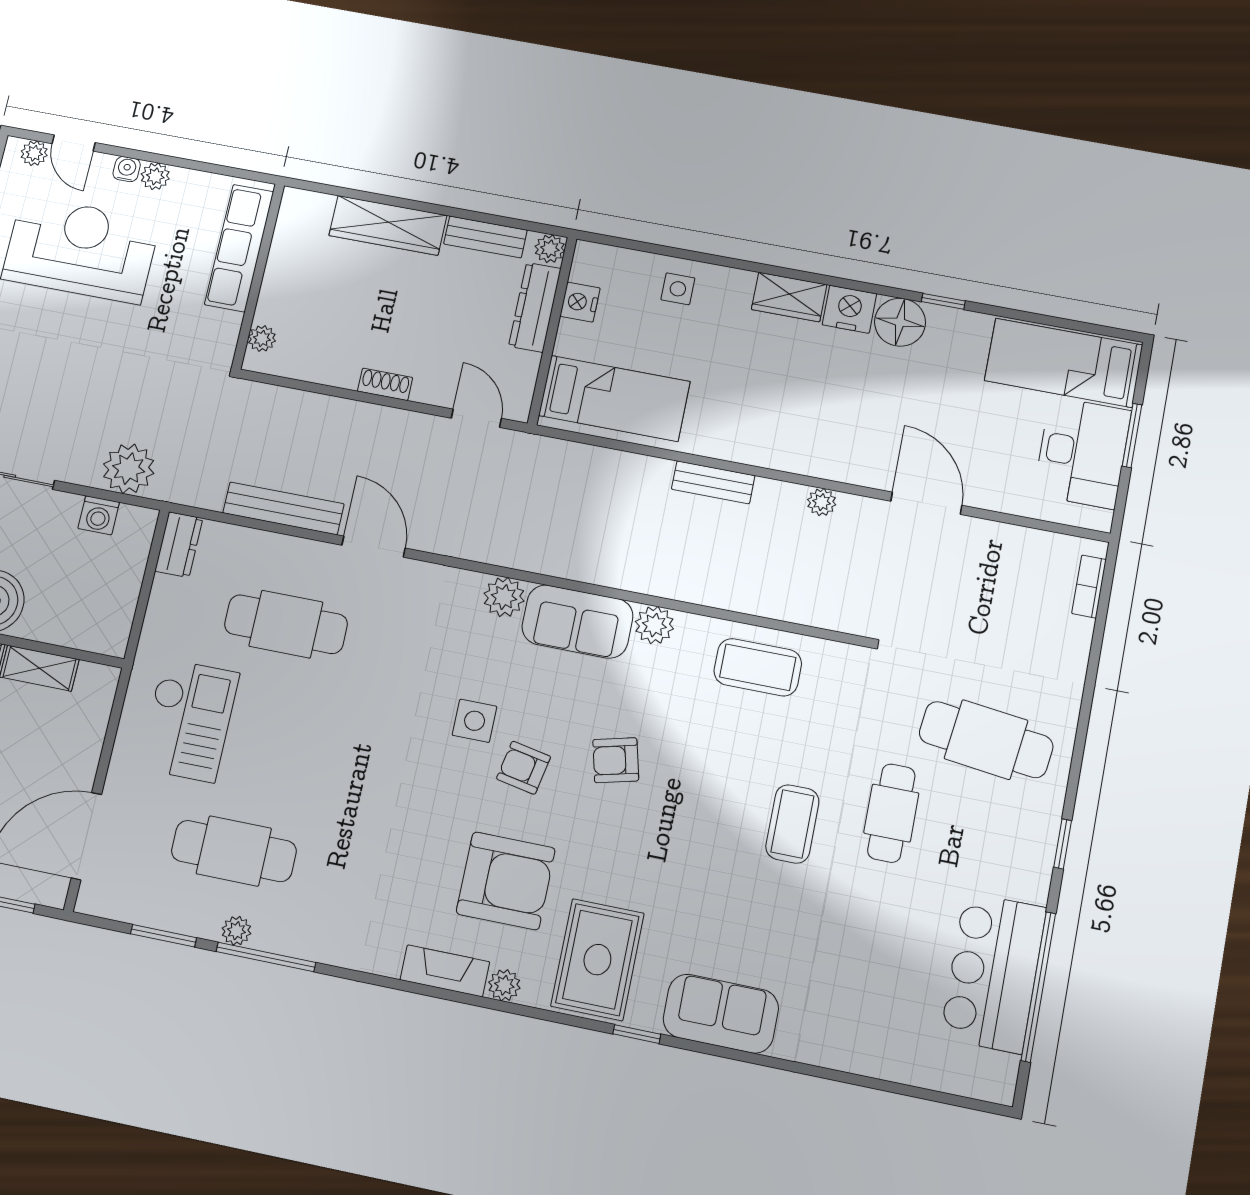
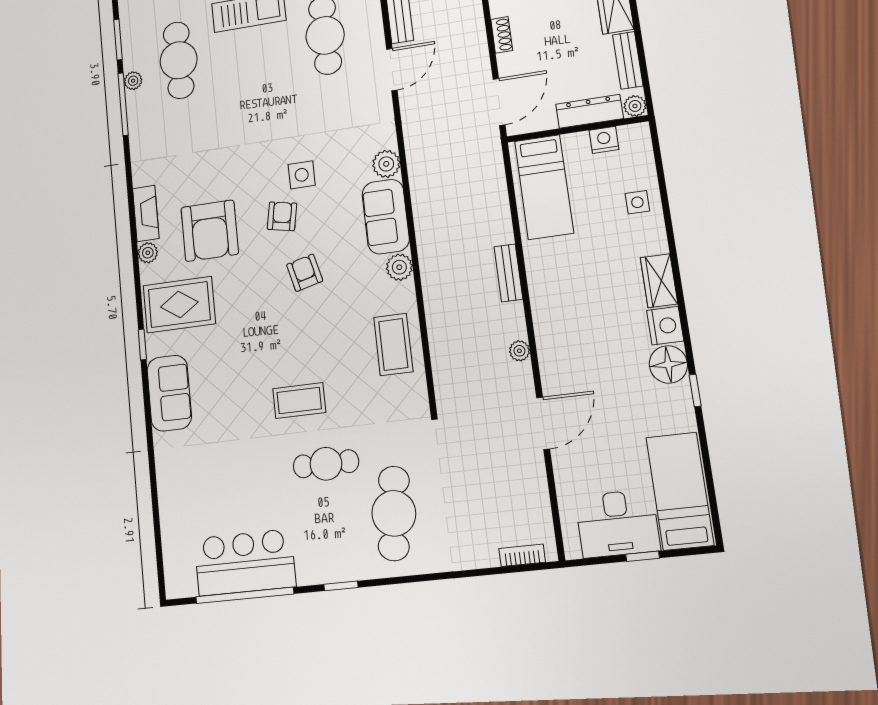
door: (476, 418) -> (499, 102), width x1.38
window: (1132, 435) -> (643, 556), width x0.67

